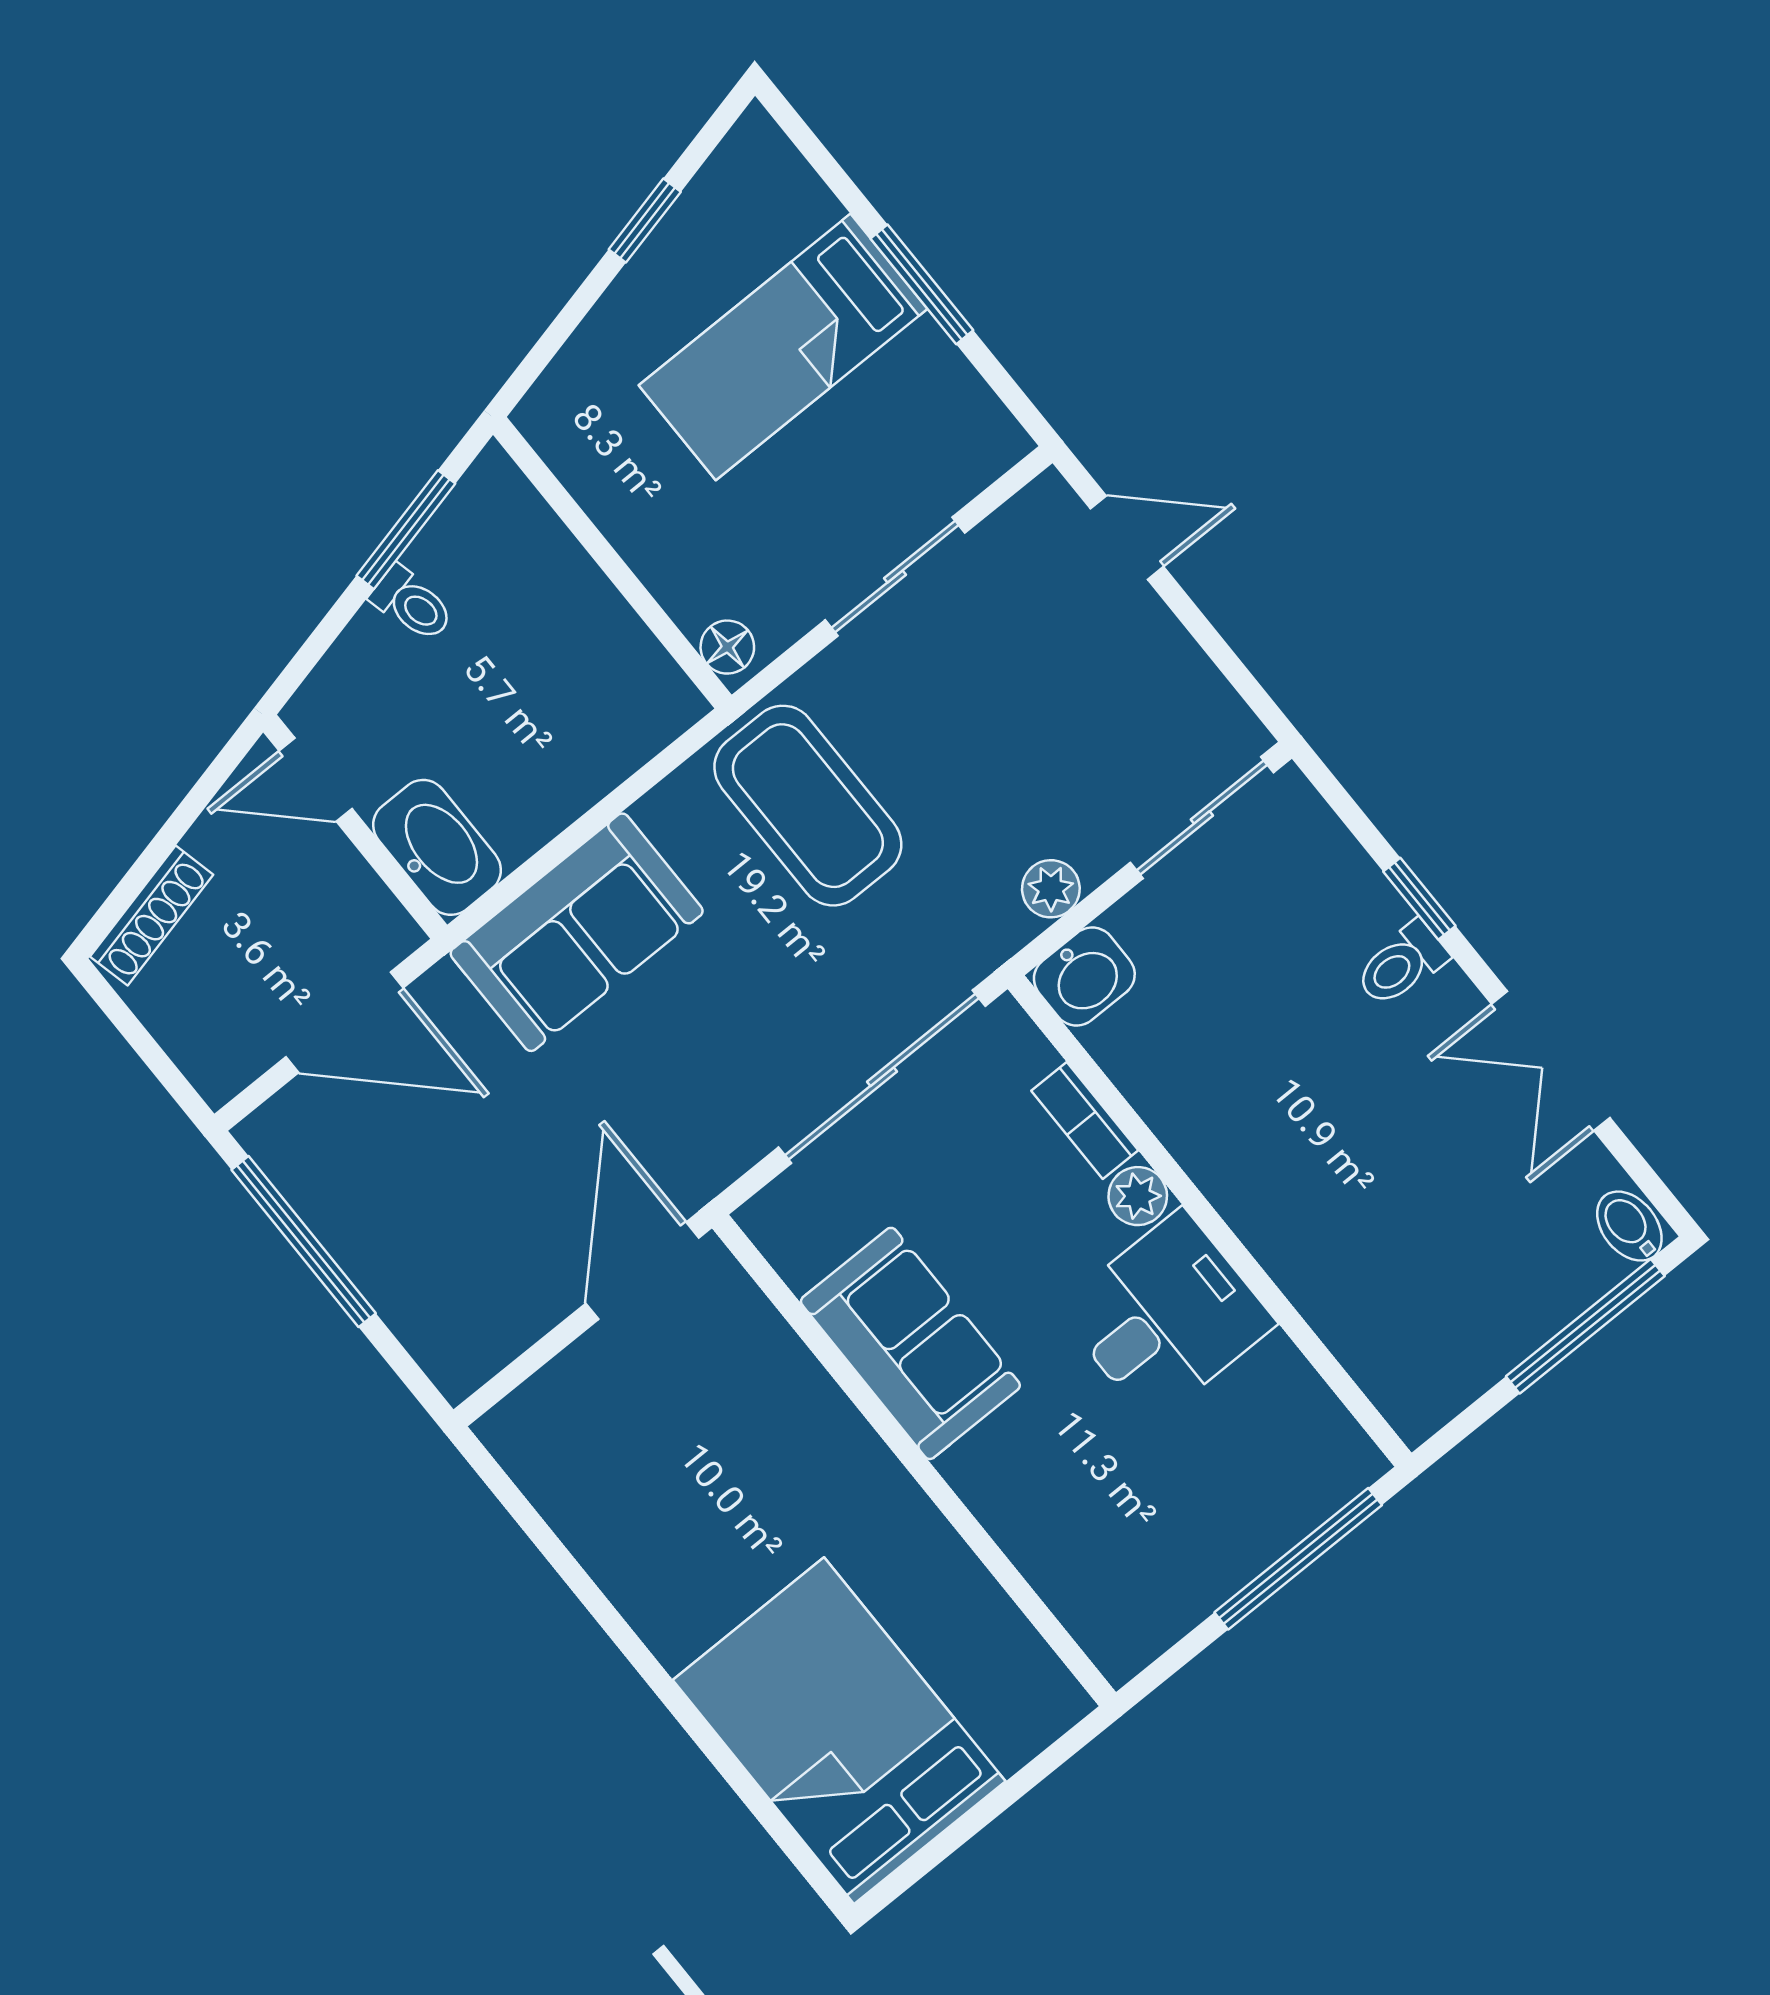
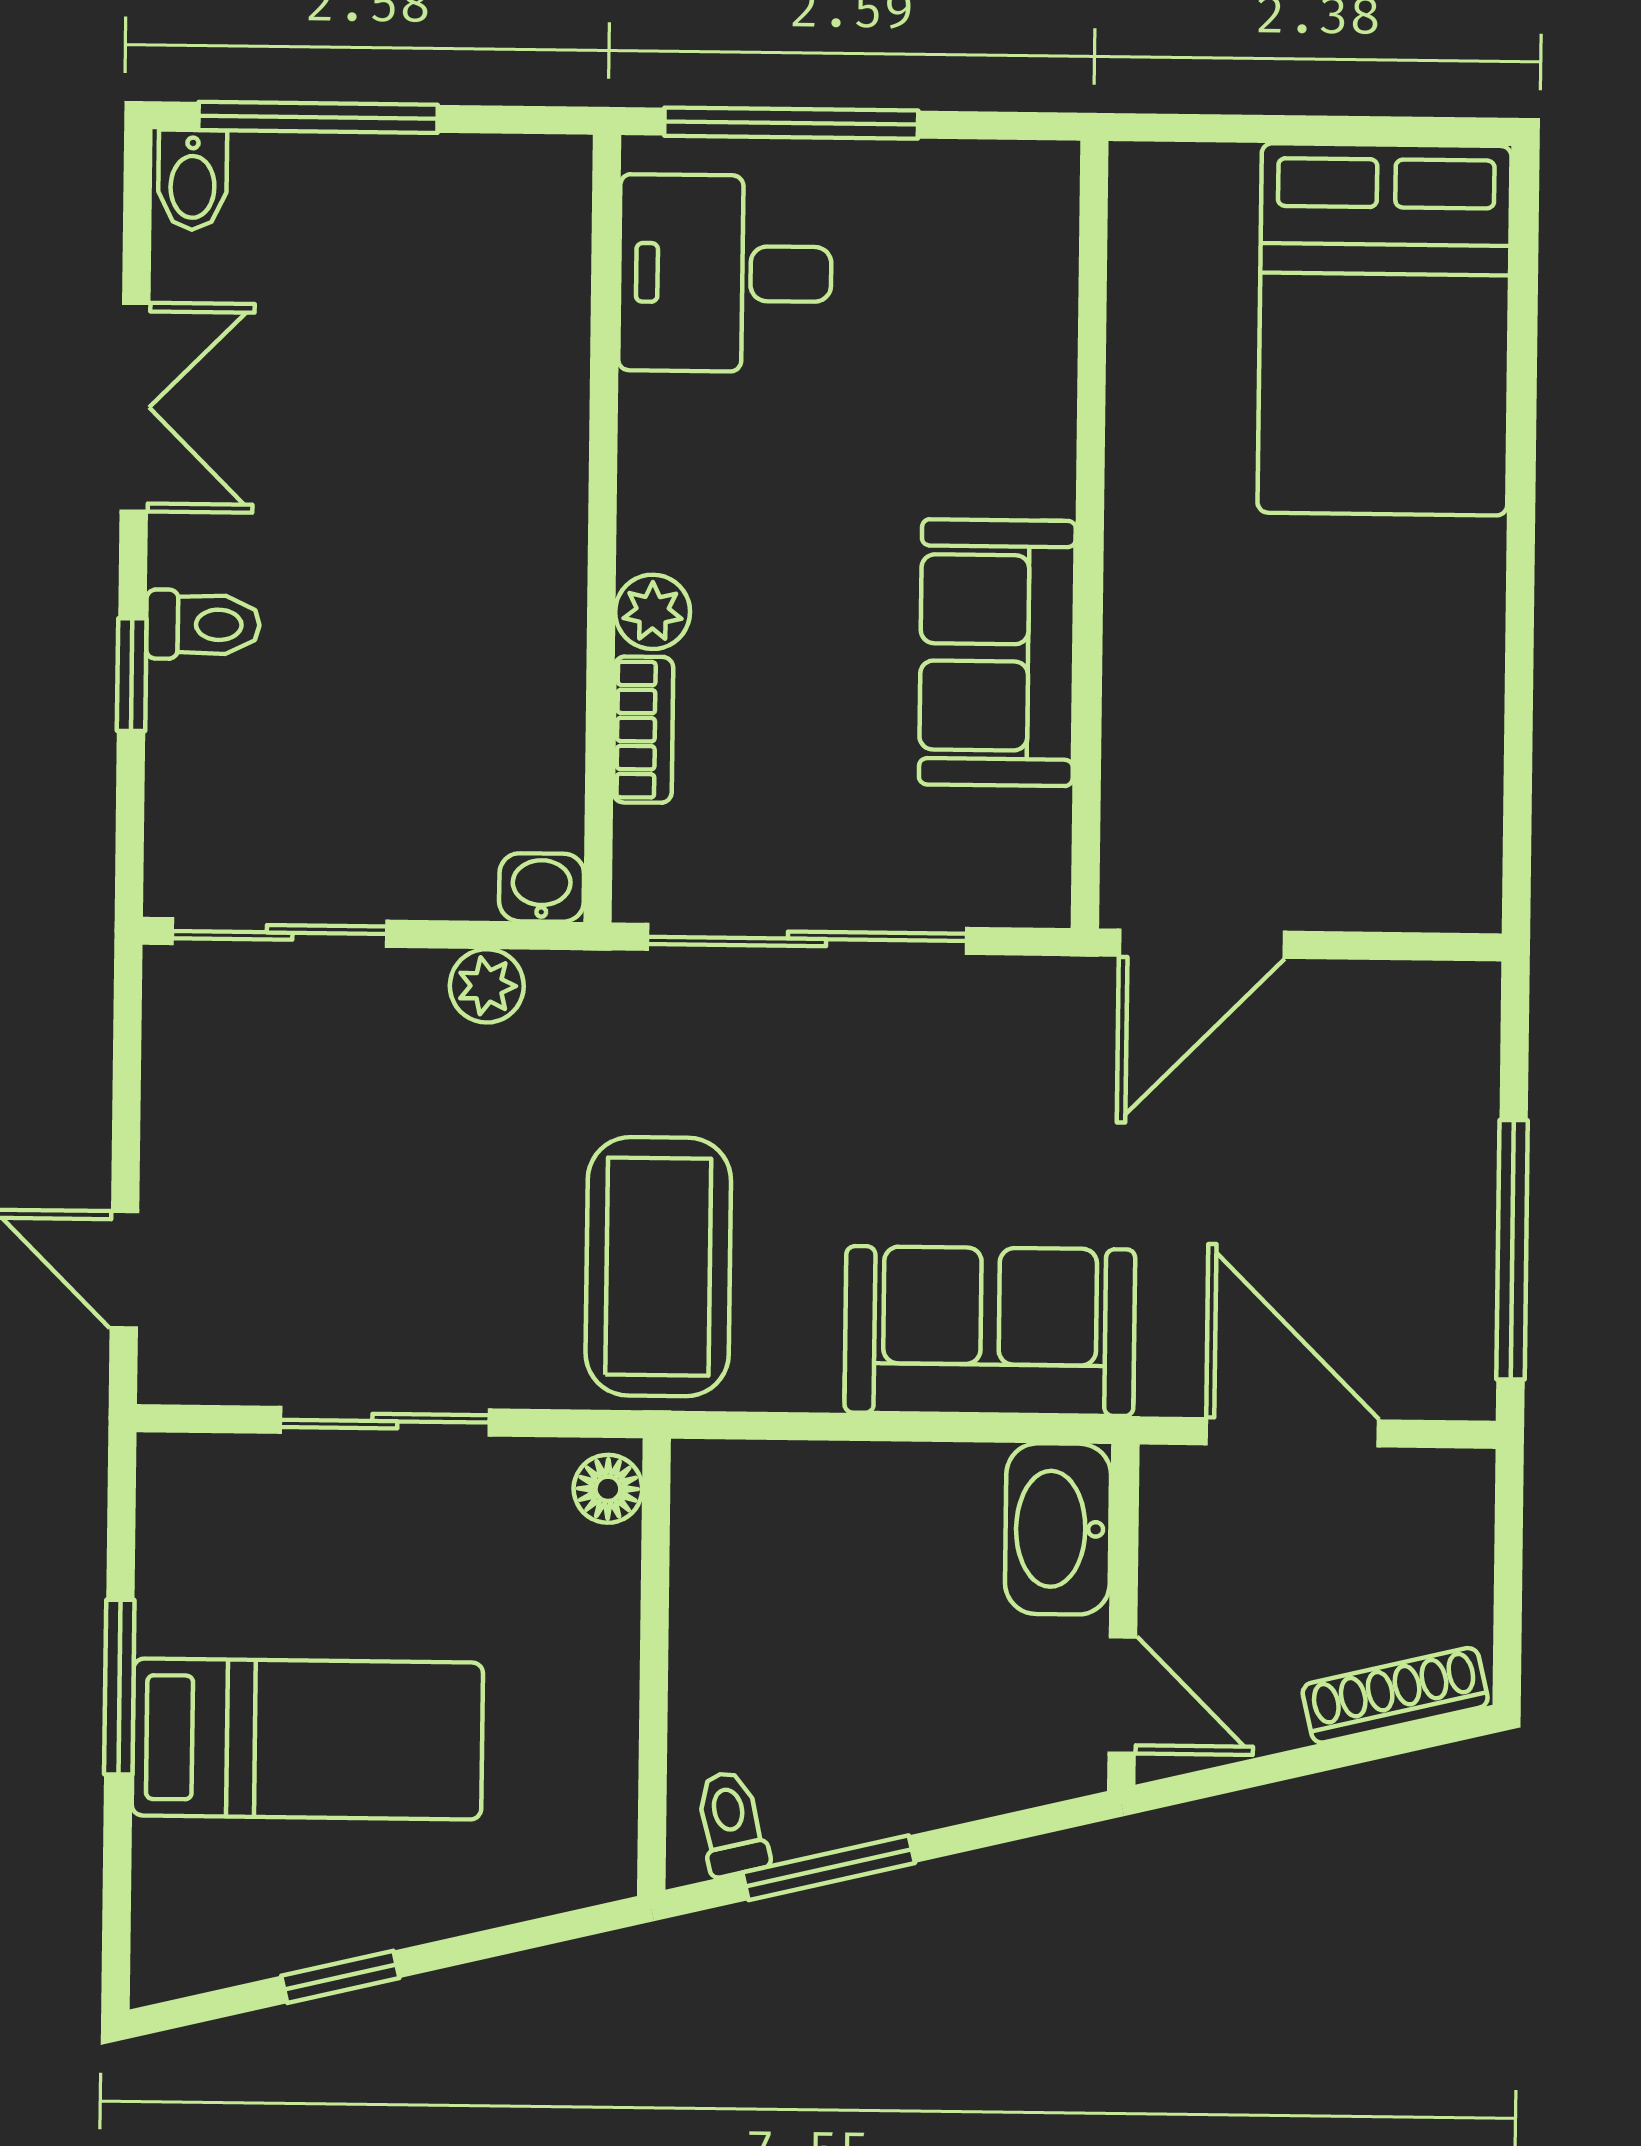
toilet: (412, 604) -> (731, 1823), moved
washbasin: (1084, 976) -> (542, 887), width x0.72, depth x0.69
desk: (1166, 1316) -> (725, 273), moved

